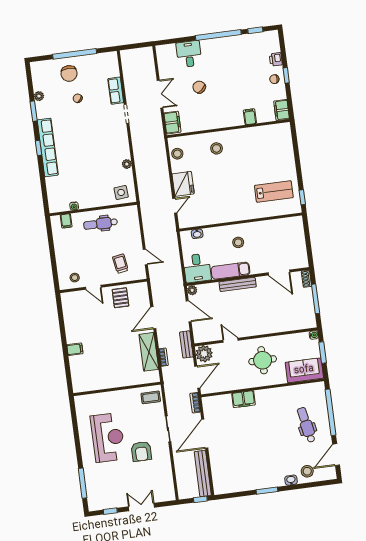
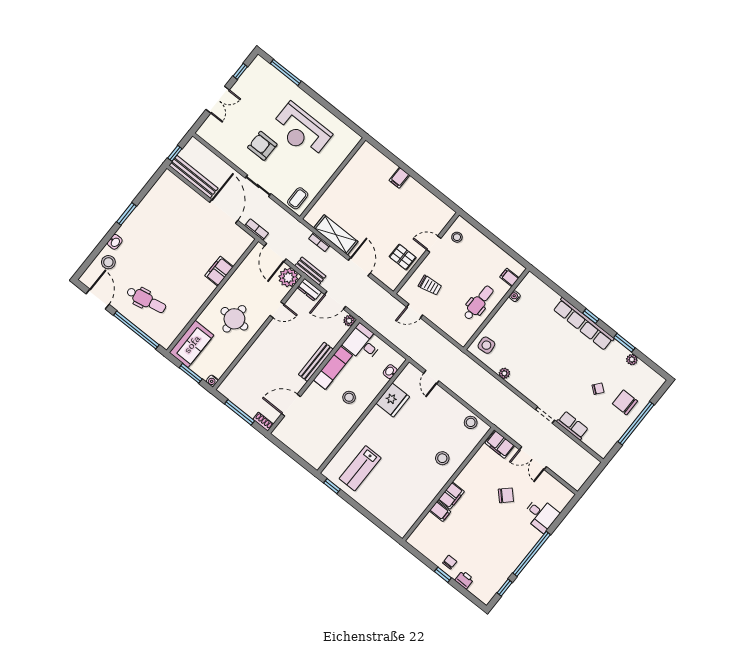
filing cabinet: (282, 110) -> (451, 496), moved, turned 90
fridge: (183, 184) -> (393, 400), moved, turned -90
dresser: (198, 333) -> (309, 290), added

